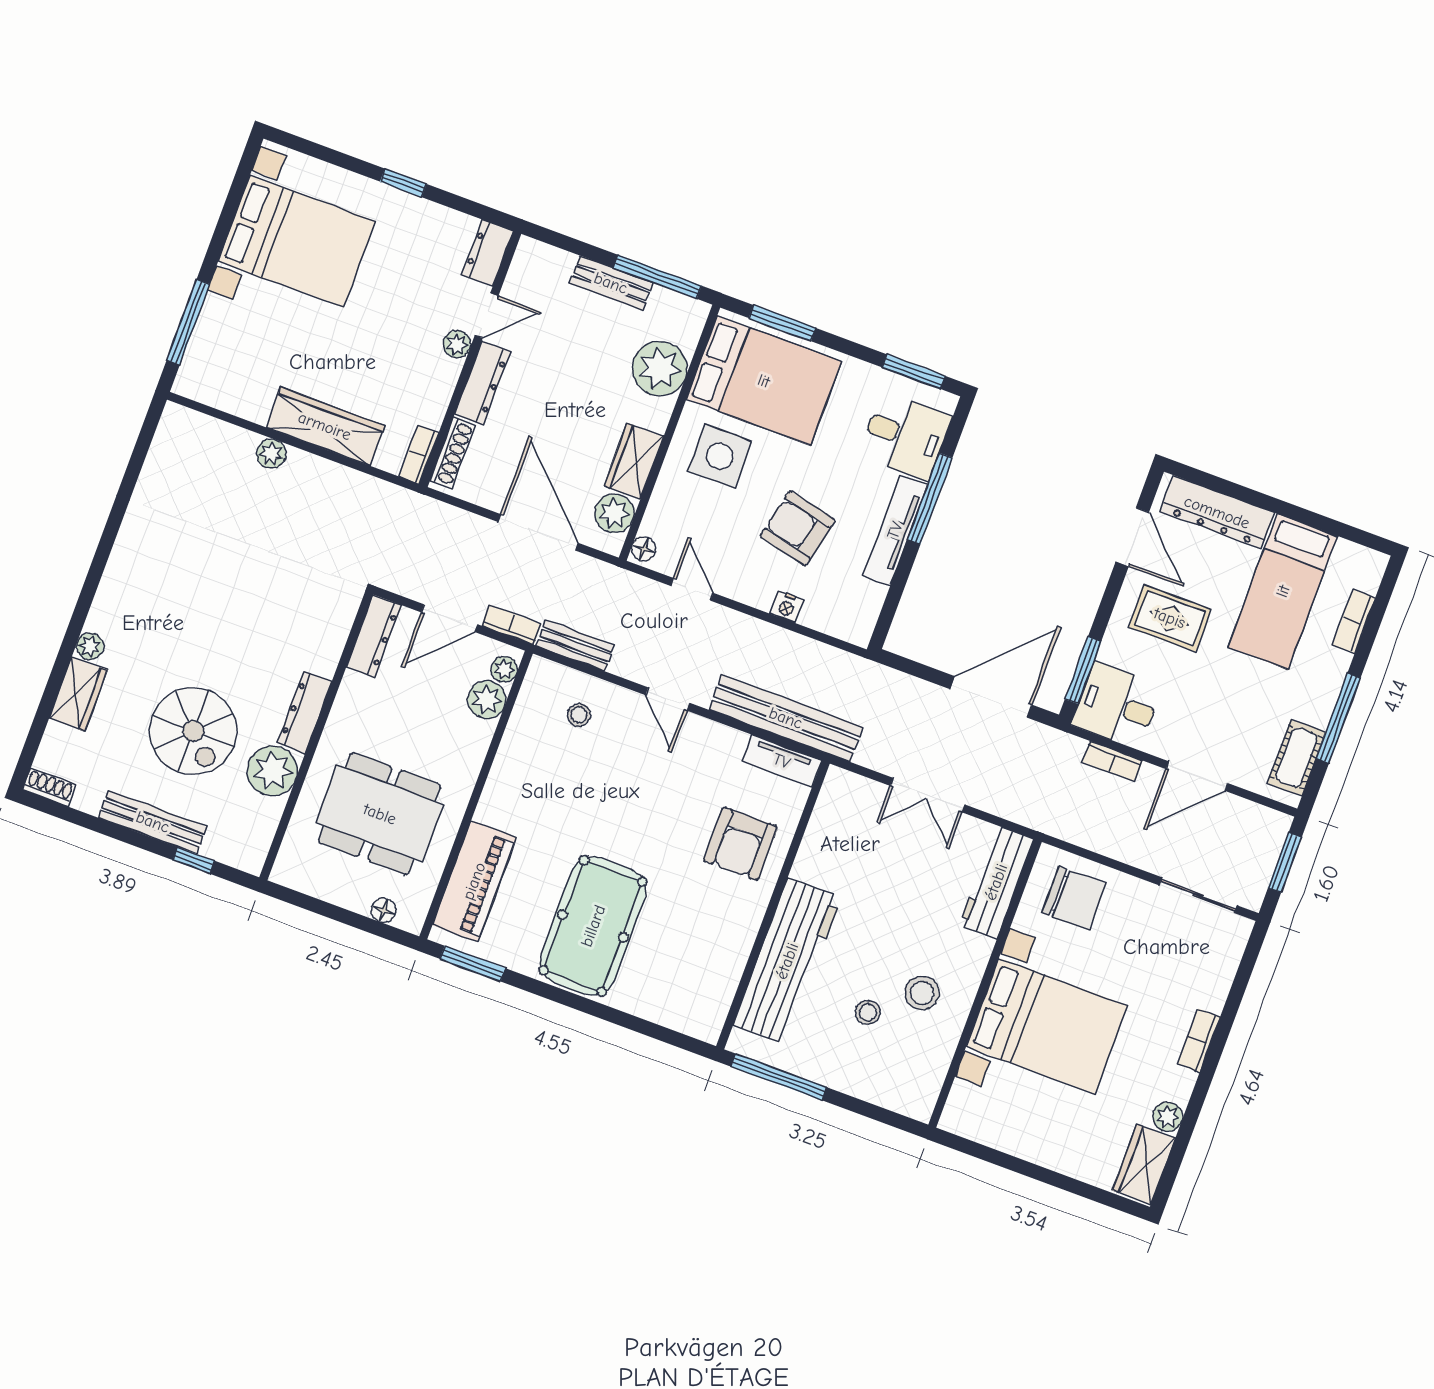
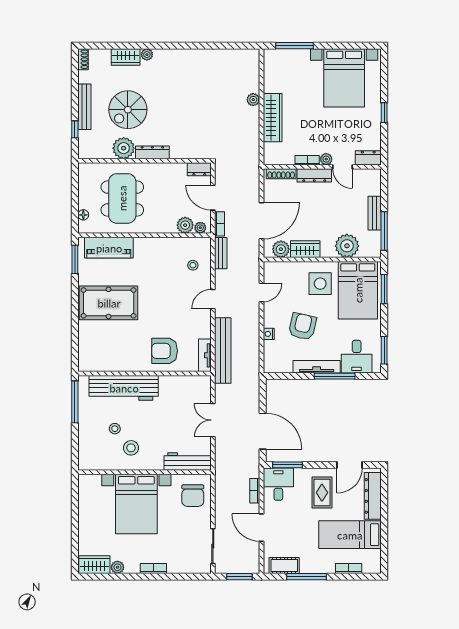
bookcase: (419, 455) -> (307, 160), moved
floor lamp: (644, 549) -> (271, 267), removed
dresser: (374, 636) -> (199, 169), width x0.70

